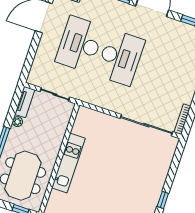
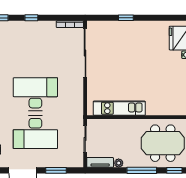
window: (32, 52) -> (56, 170), added
kitchen unit: (68, 163) -> (119, 108), moved
window: (163, 200) -> (126, 18), moved

